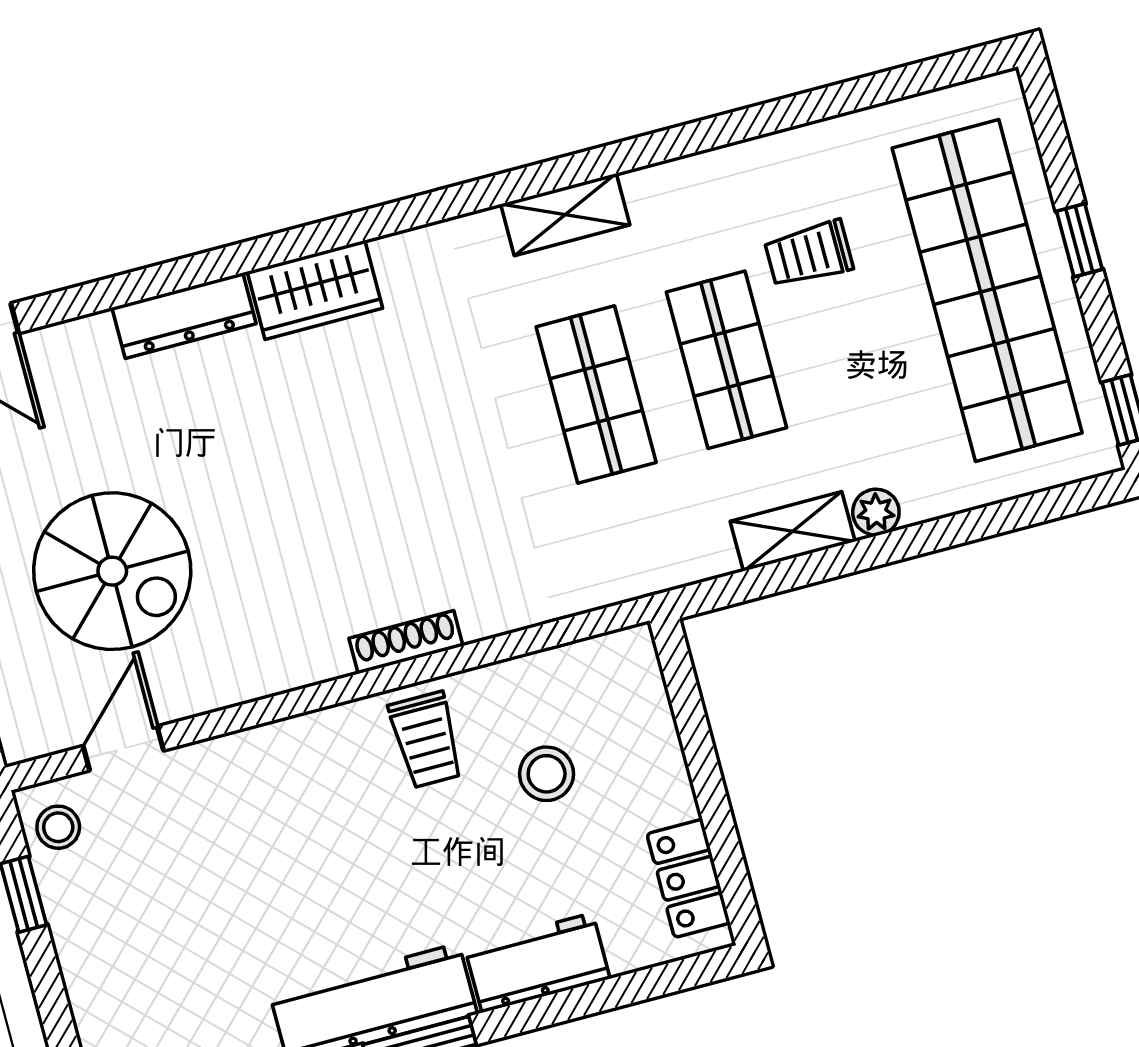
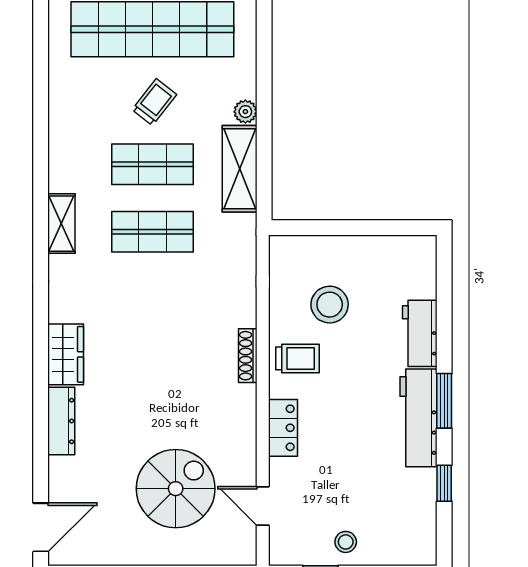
trolley: (809, 254) -> (154, 102), moved, turned -142
shelving: (793, 531) -> (240, 169), width x1.50, depth x1.33
stool: (547, 774) -> (330, 305), width x1.38, depth x1.38
stool: (58, 827) -> (346, 542), moved
locker: (688, 878) -> (283, 428), moved, turned -90

